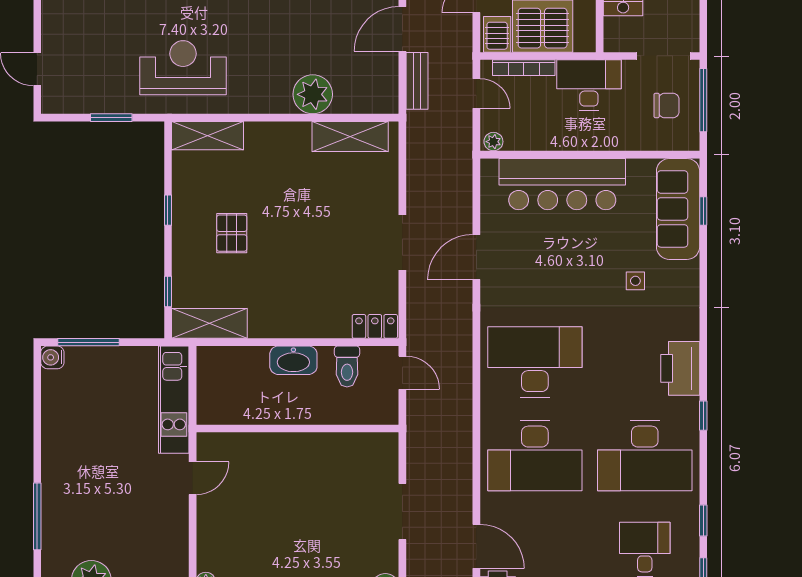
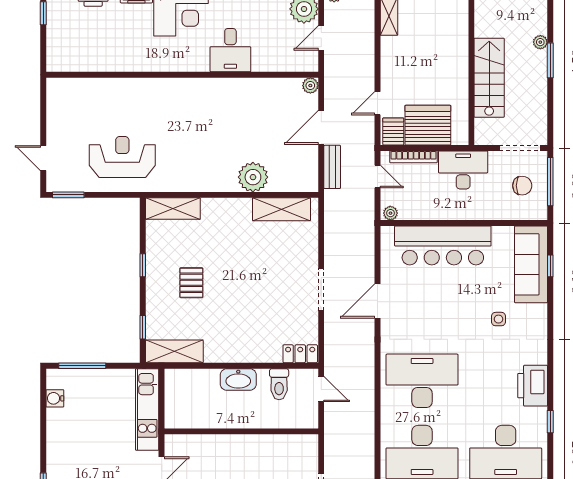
reception desk: (183, 68) -> (122, 157), moved
window: (111, 118) -> (68, 195), moved
water cooler: (52, 357) -> (55, 398), moved

